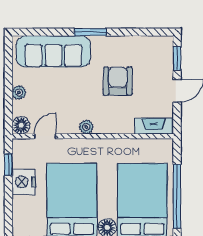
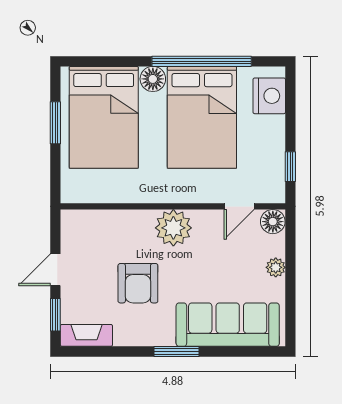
fireplace: (154, 126) -> (86, 335), moved, turned 180
plant: (86, 127) -> (173, 228), width x1.88, depth x1.88
nightstand: (24, 182) -> (269, 96), moved
window: (177, 196) -> (55, 123), width x0.47

